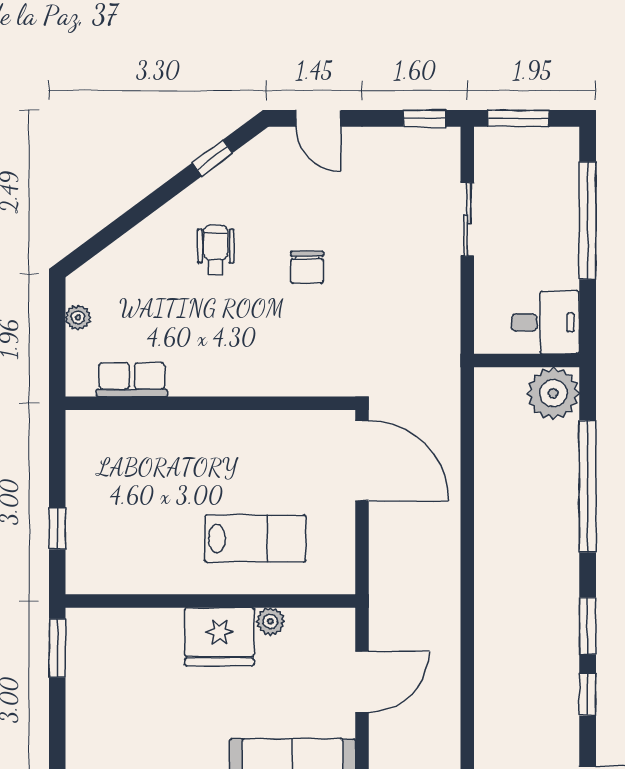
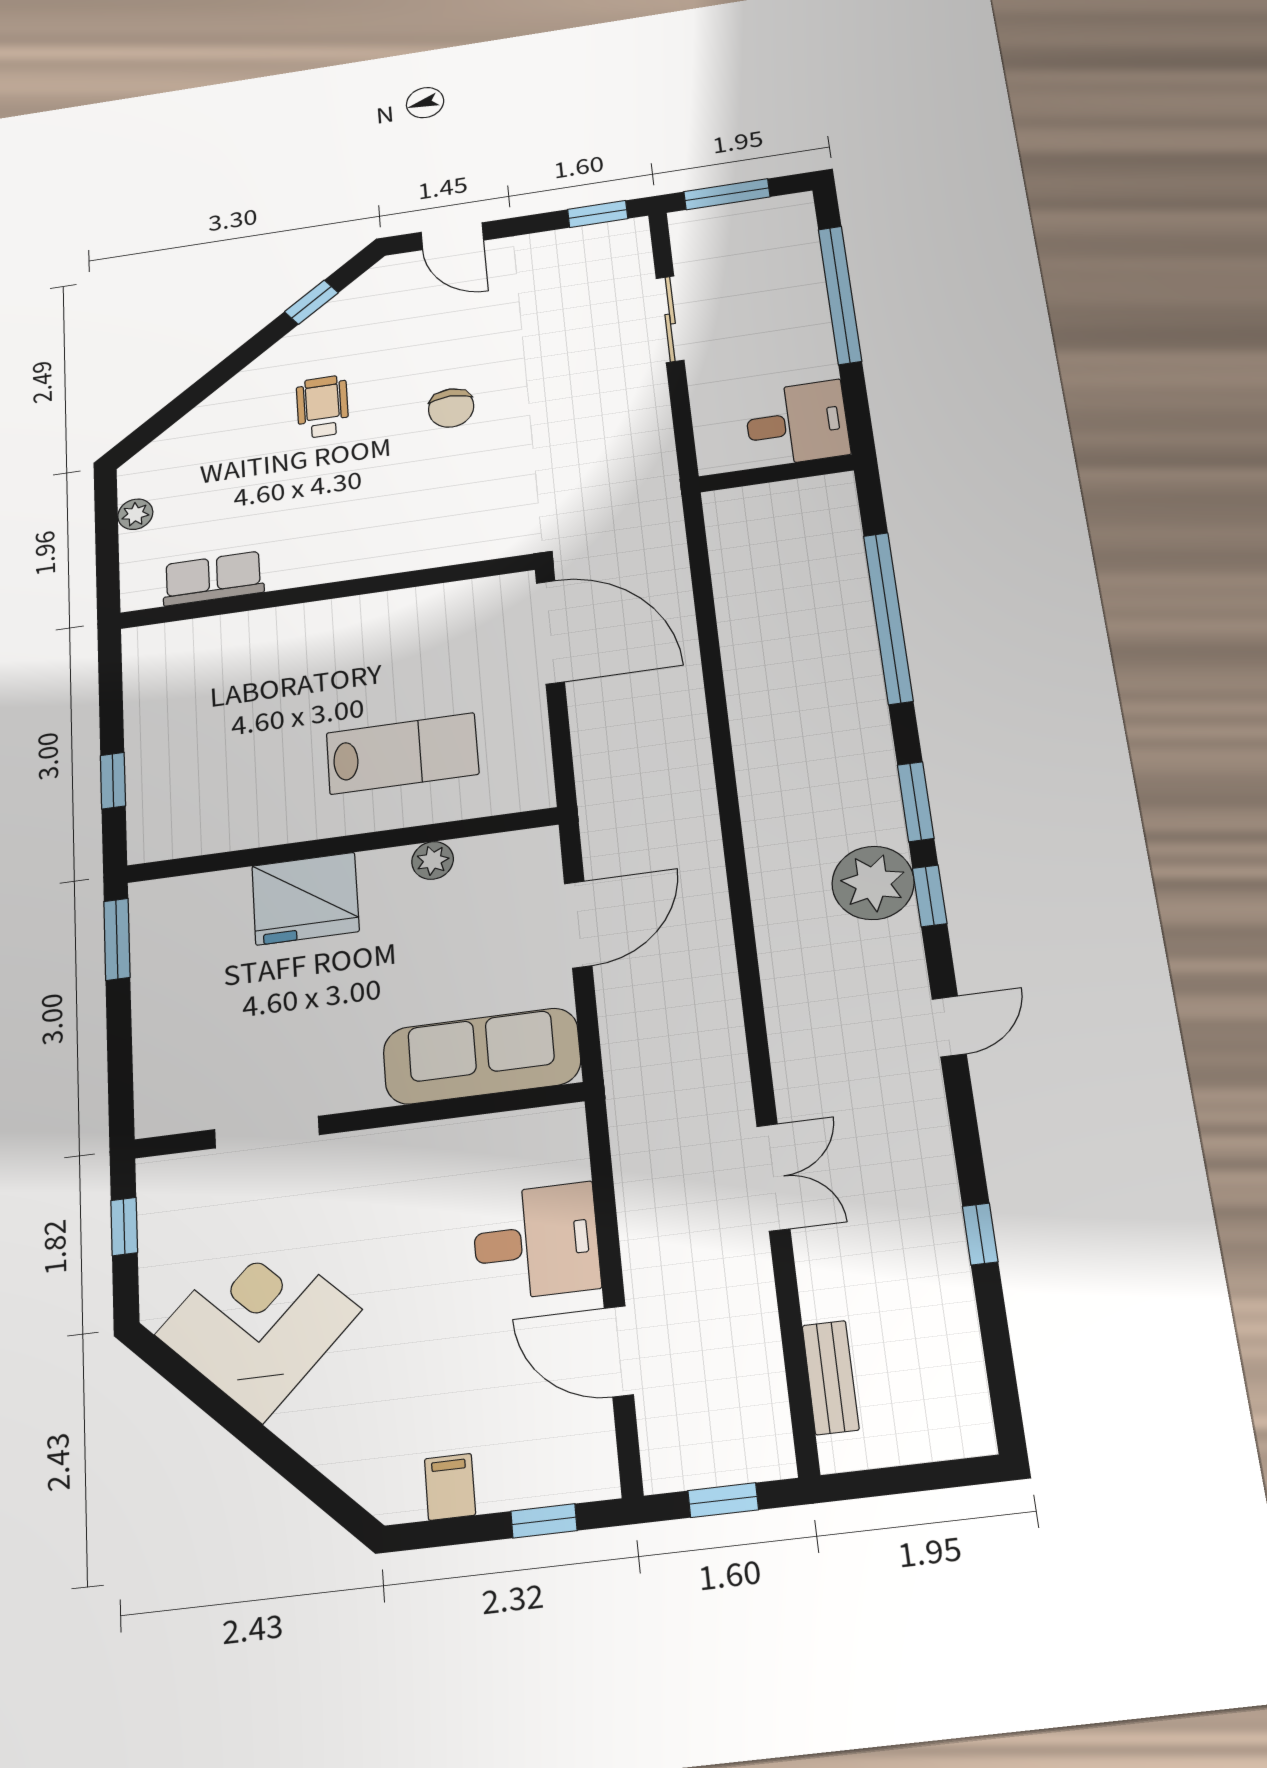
plant: (553, 393) -> (873, 883), moved
fridge: (219, 637) -> (305, 899), moved

